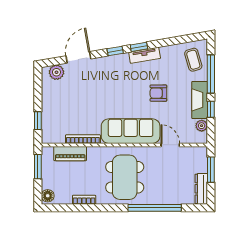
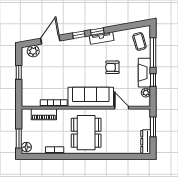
window: (38, 121) -> (19, 72), moved
window: (38, 167) -> (19, 138), moved
window: (155, 208) -> (109, 156), removed

